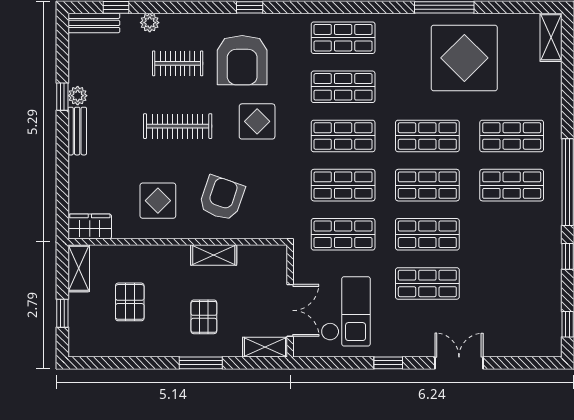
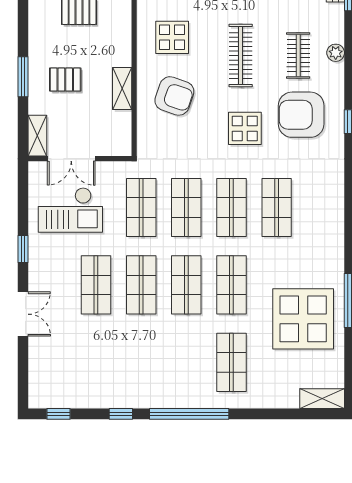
plant: (150, 23) -> (336, 53), moved
shop shelf: (343, 38) -> (322, 207), removed
shop shelf: (512, 185) -> (186, 362), removed

